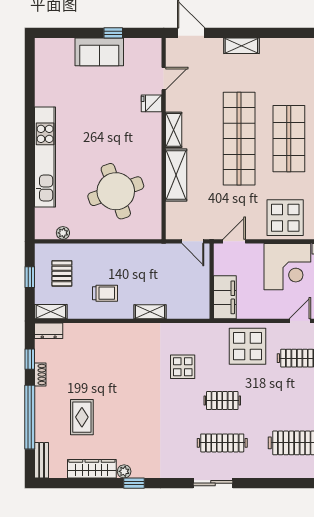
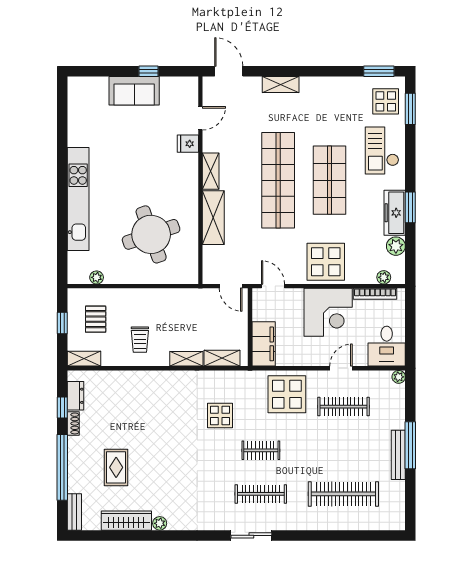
door: (234, 241) -> (273, 286), hinge flipped
trolley: (105, 293) -> (140, 340), turned 90
shelving: (185, 311) -> (222, 358), added
dresser: (49, 331) -> (76, 396), moved, turned -90
window: (134, 483) -> (170, 535), removed

